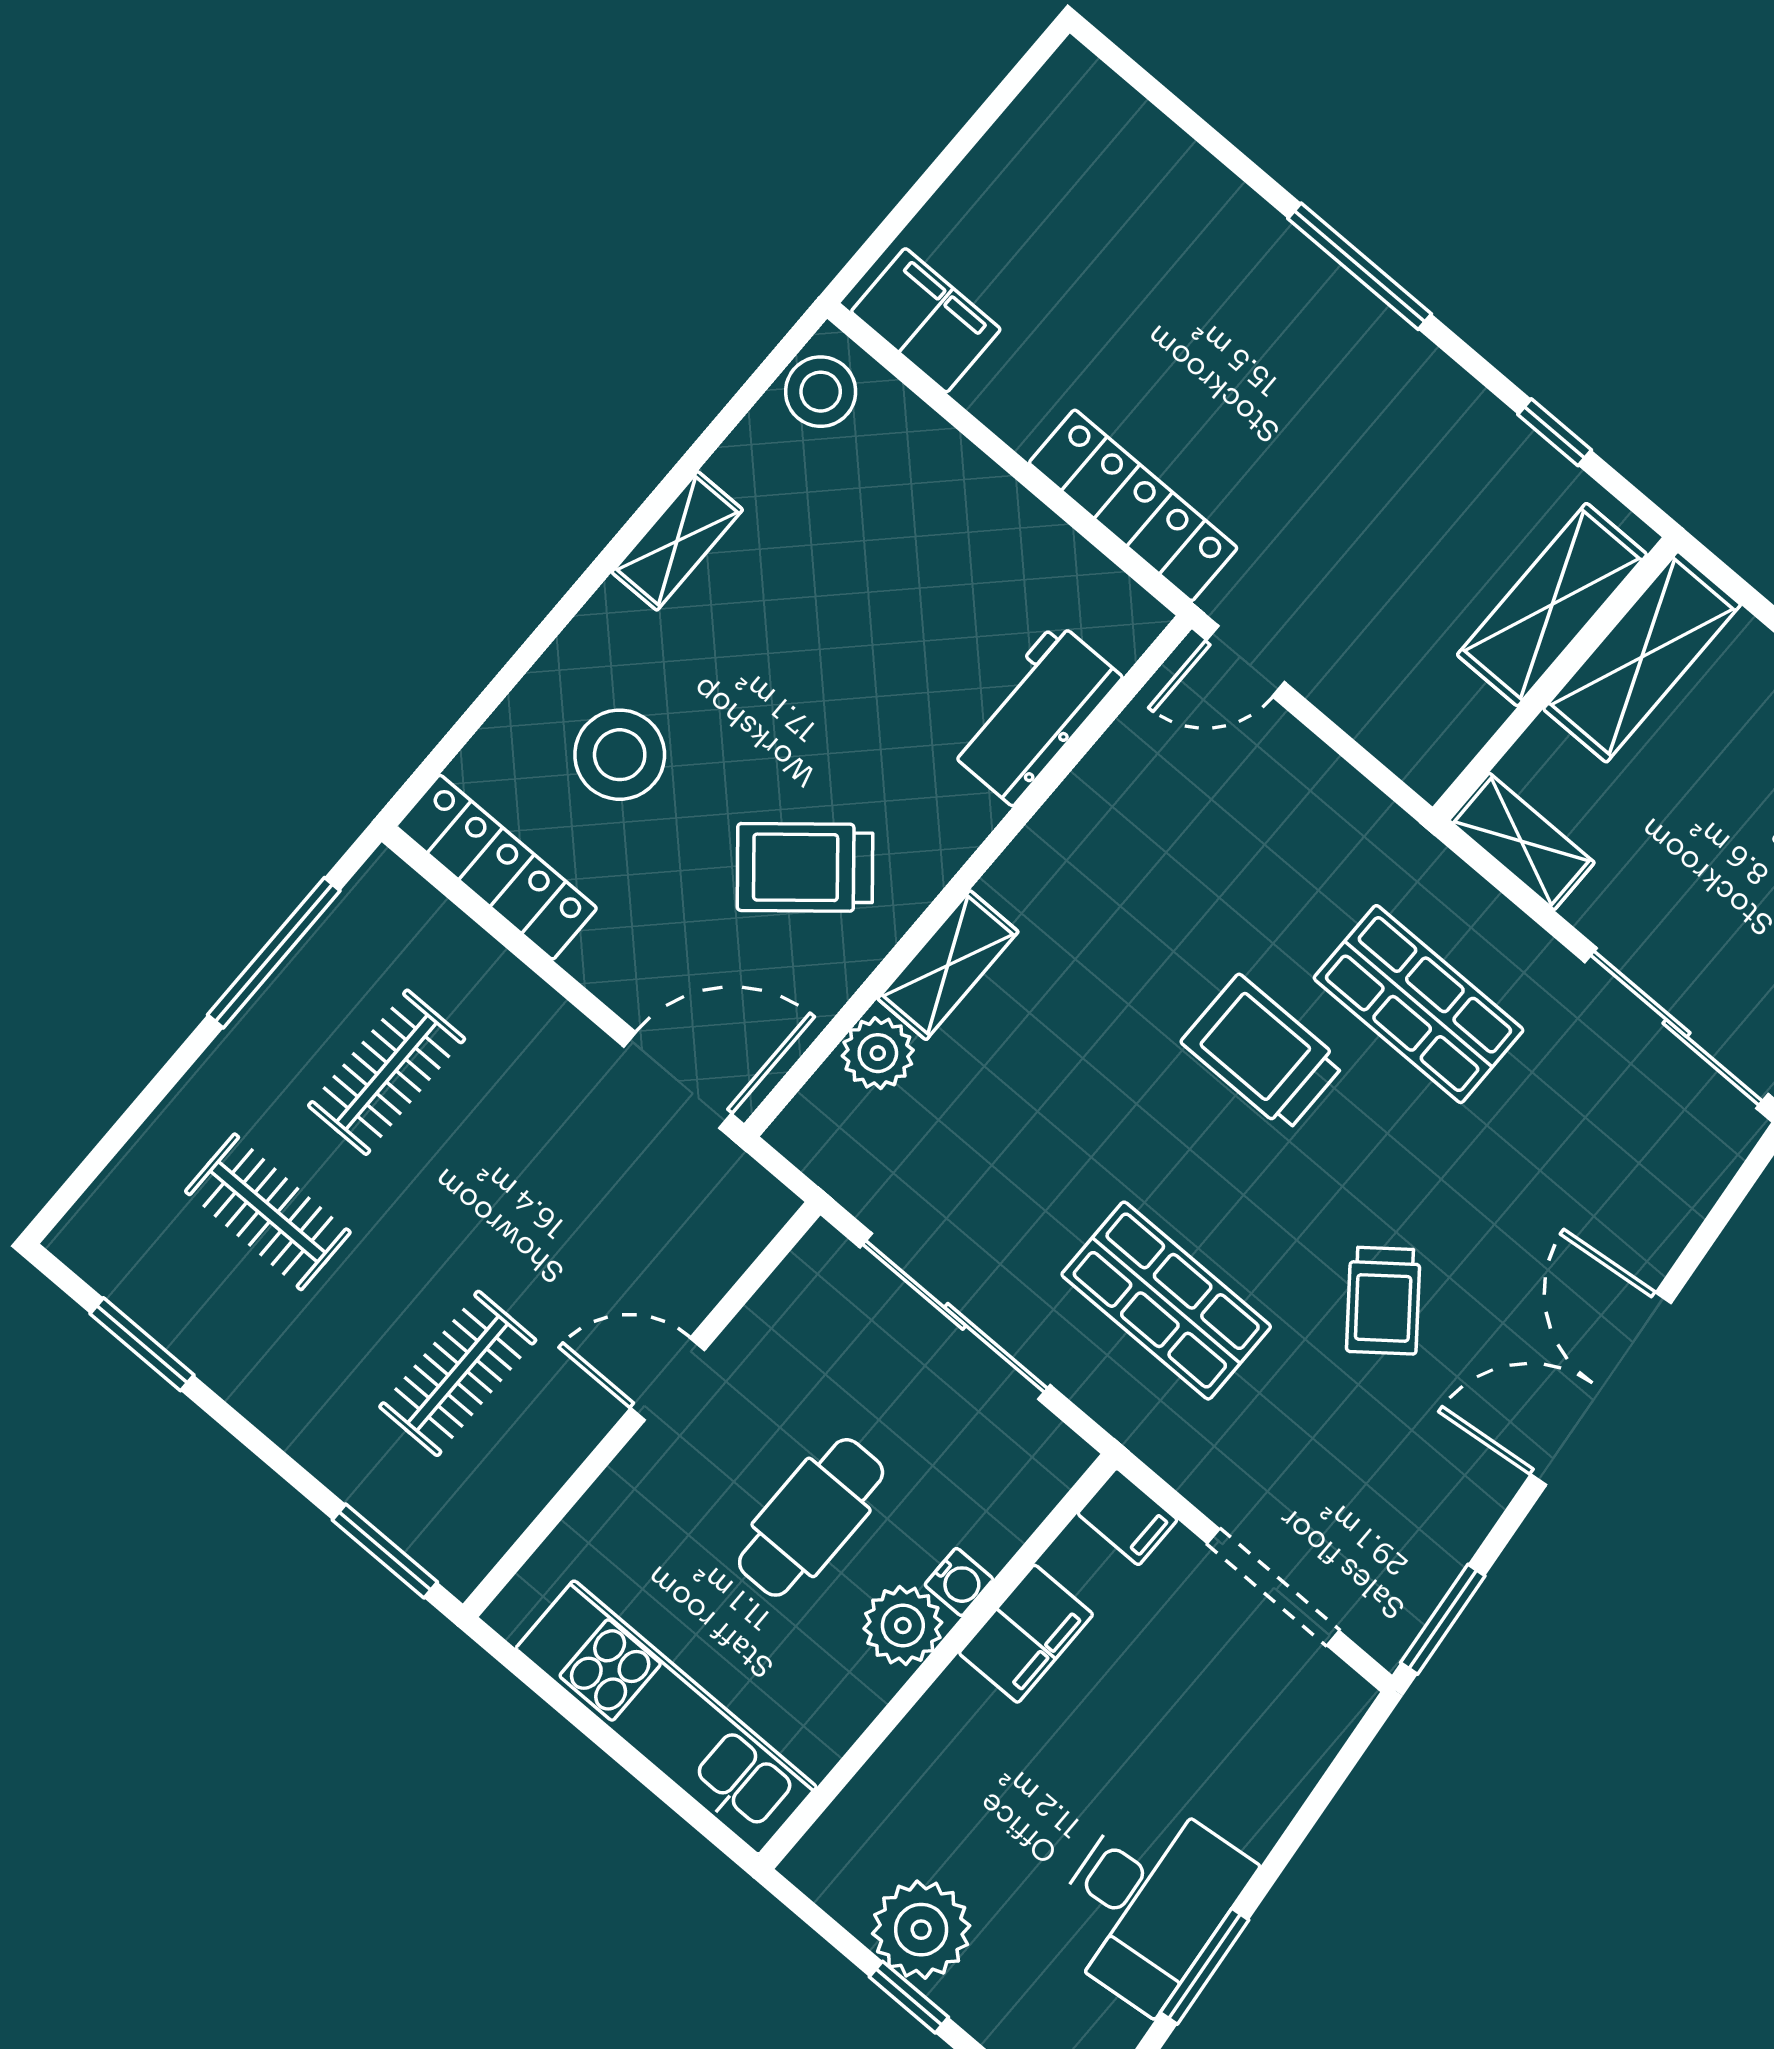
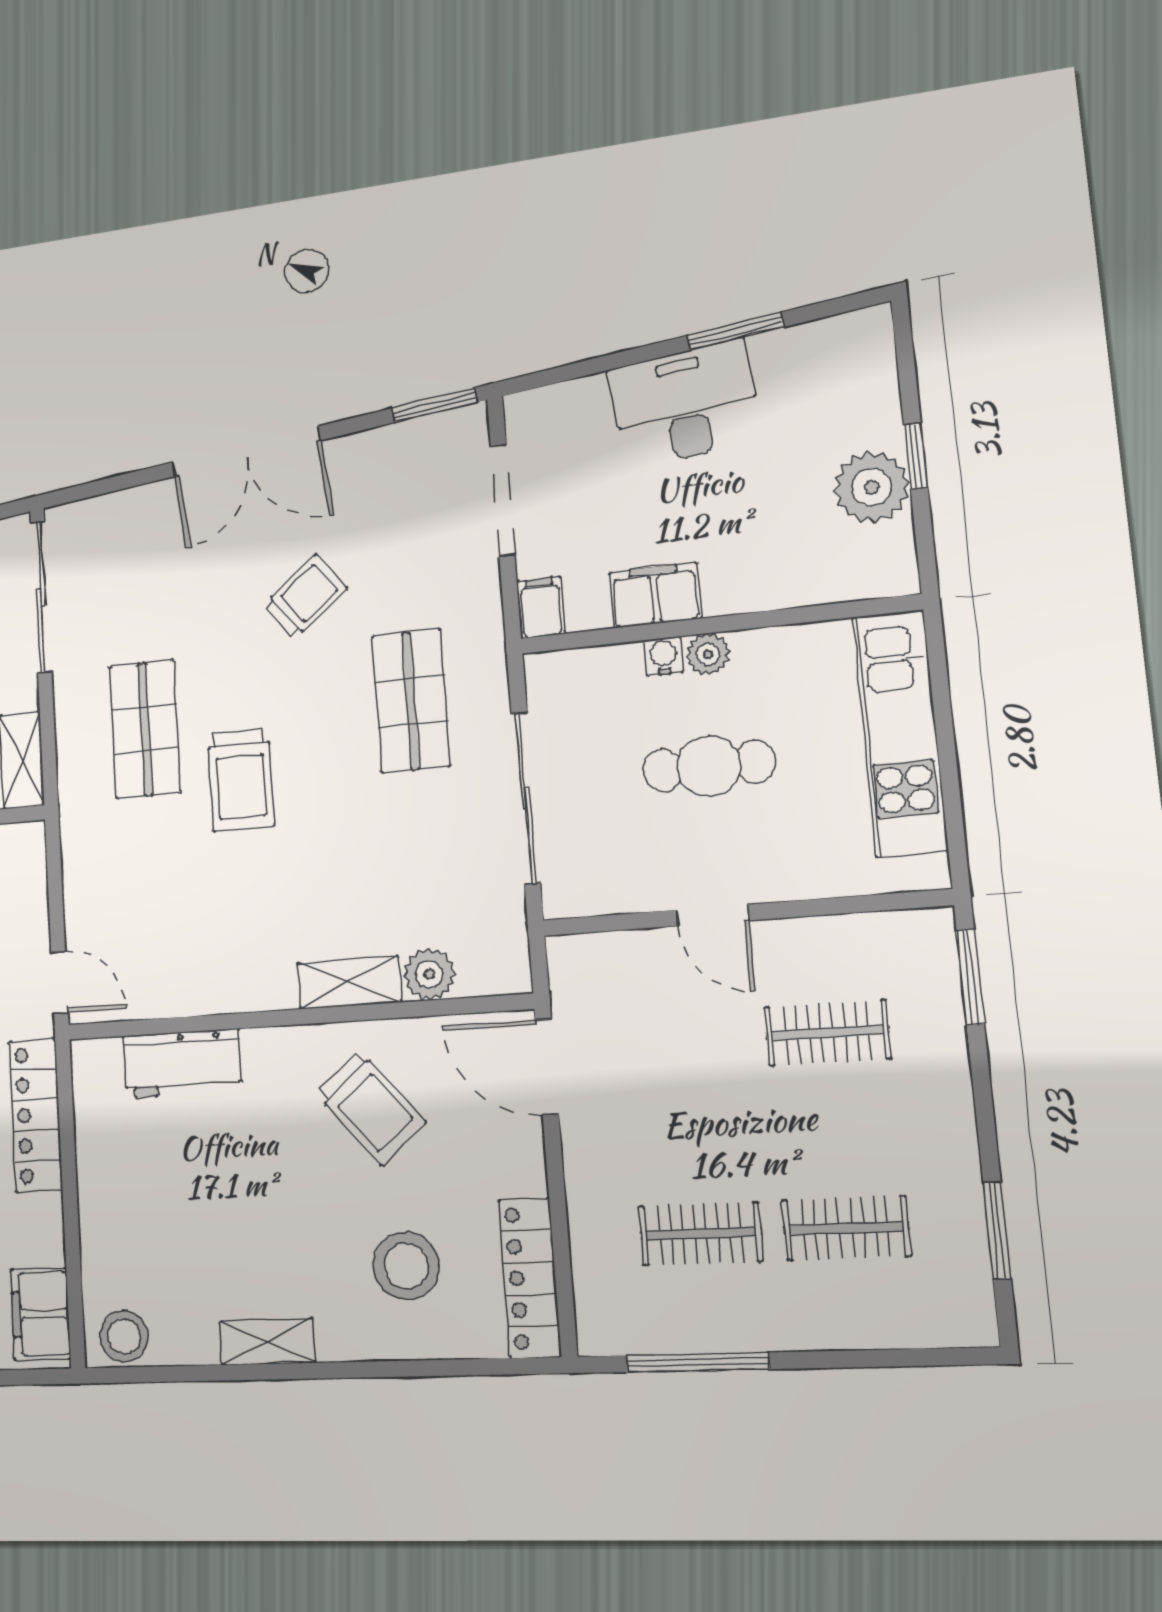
clothes rail: (268, 1212) -> (846, 1228), turned 90
plant: (903, 1626) -> (708, 654), width x0.73, depth x0.73
desk: (1147, 1901) -> (685, 404), moved

